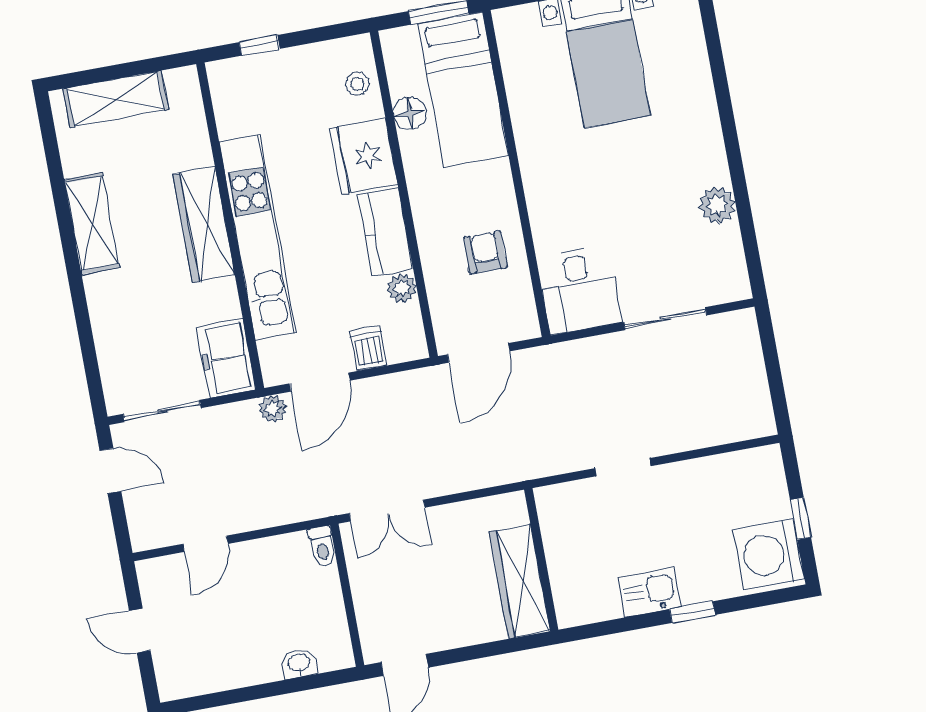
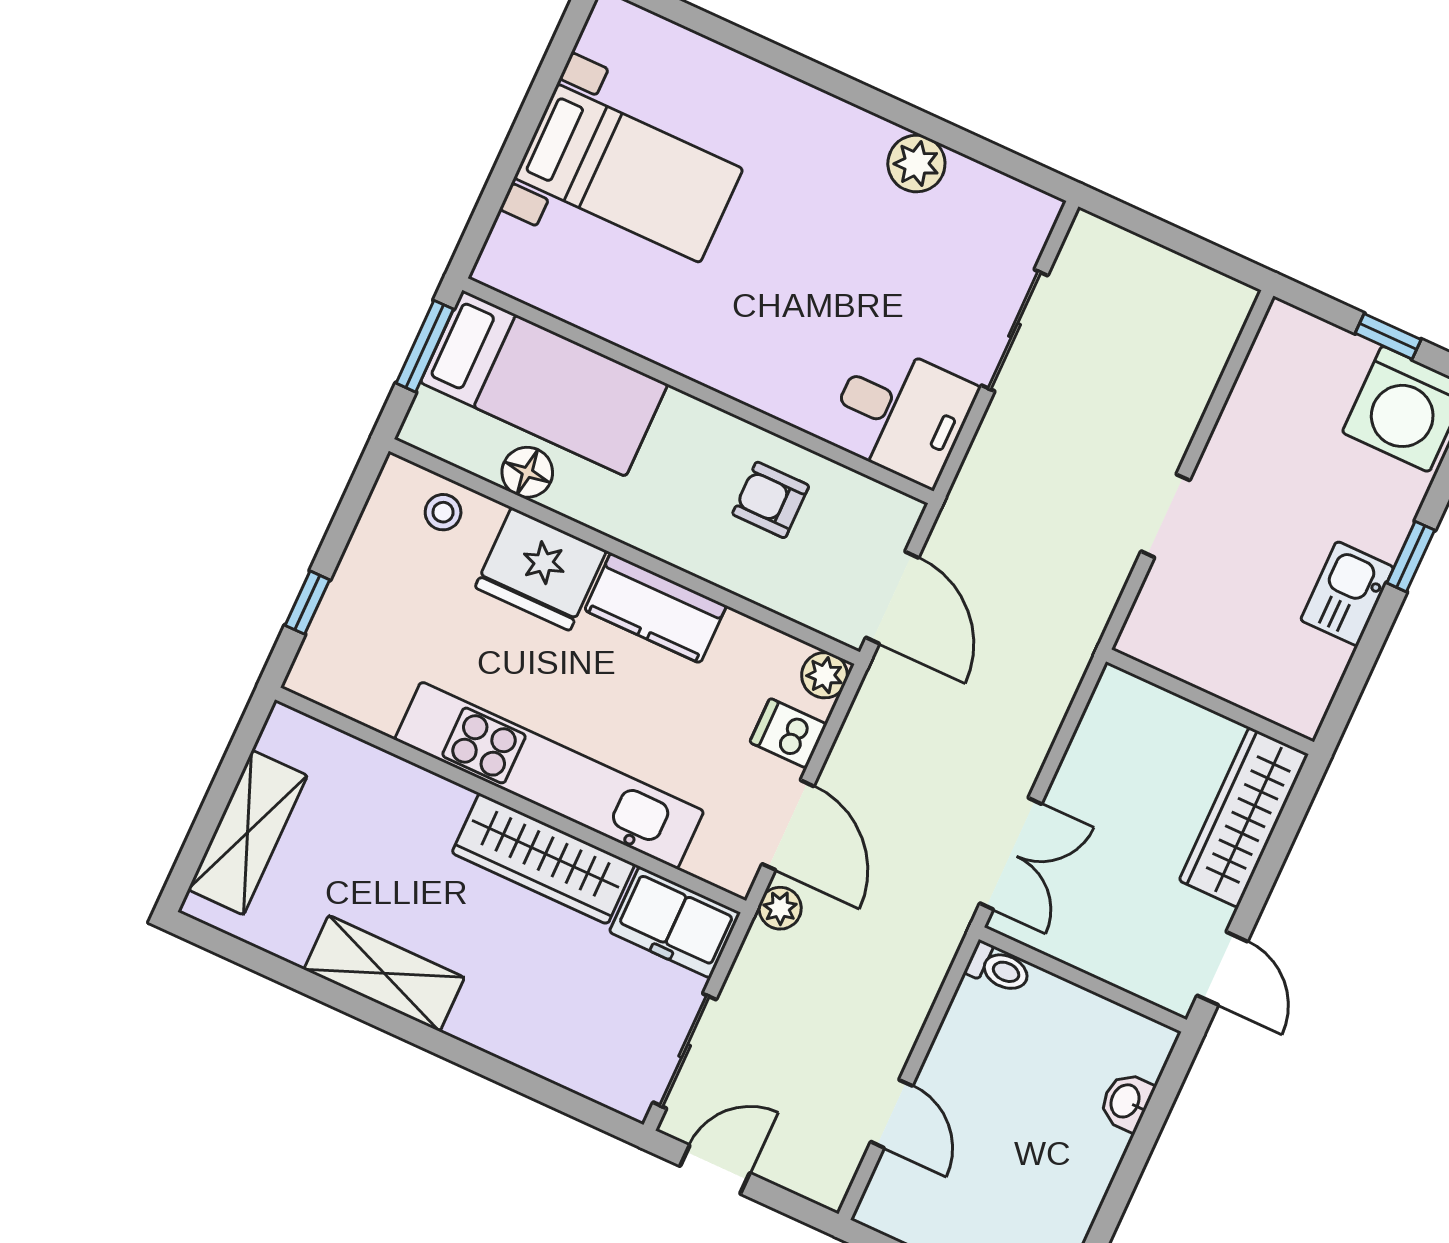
wardrobe: (204, 225) -> (543, 859), moved
plant: (402, 288) -> (825, 675), moved
wardrobe: (520, 581) -> (1244, 817), moved, turned 90

